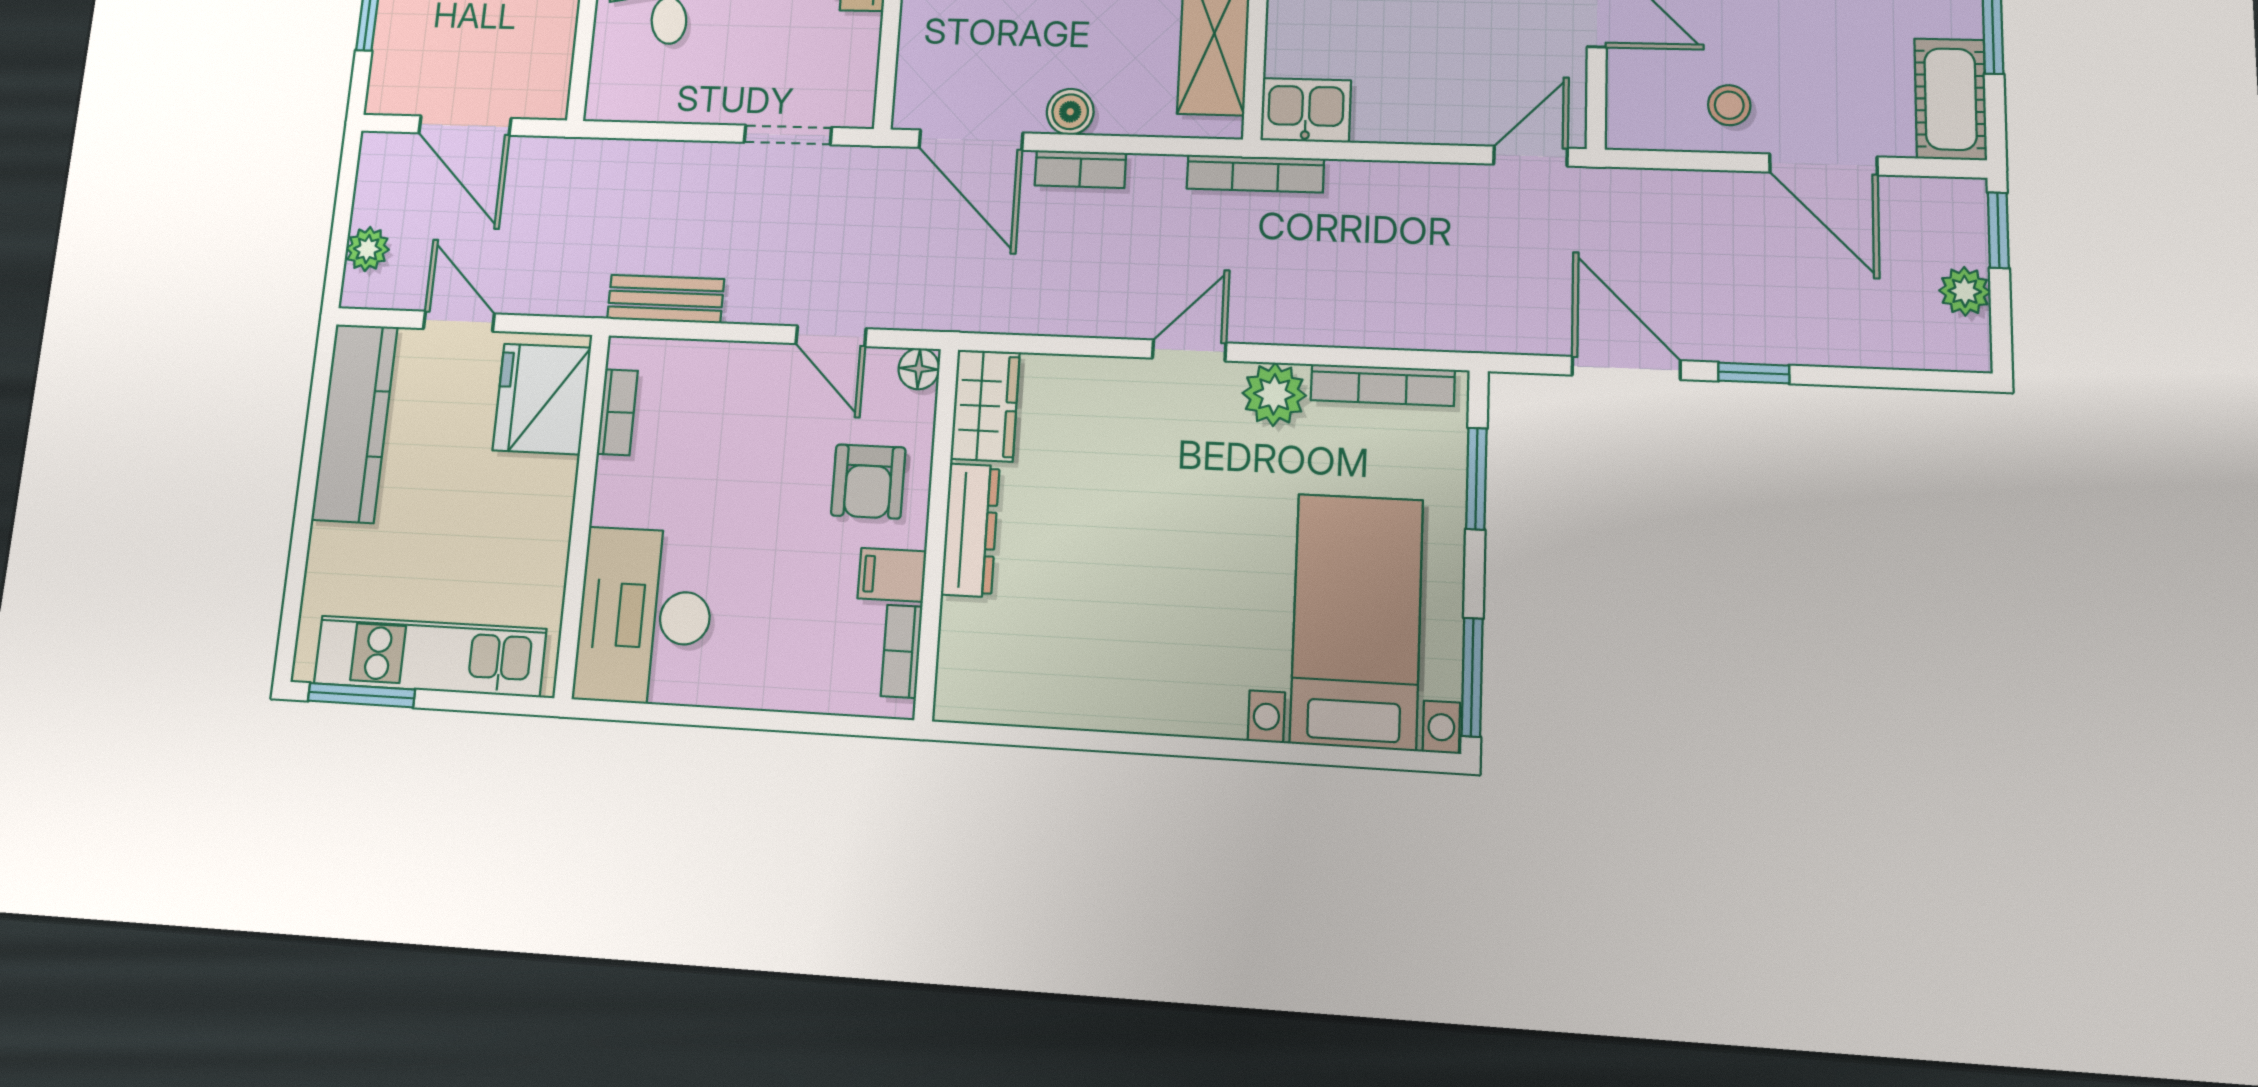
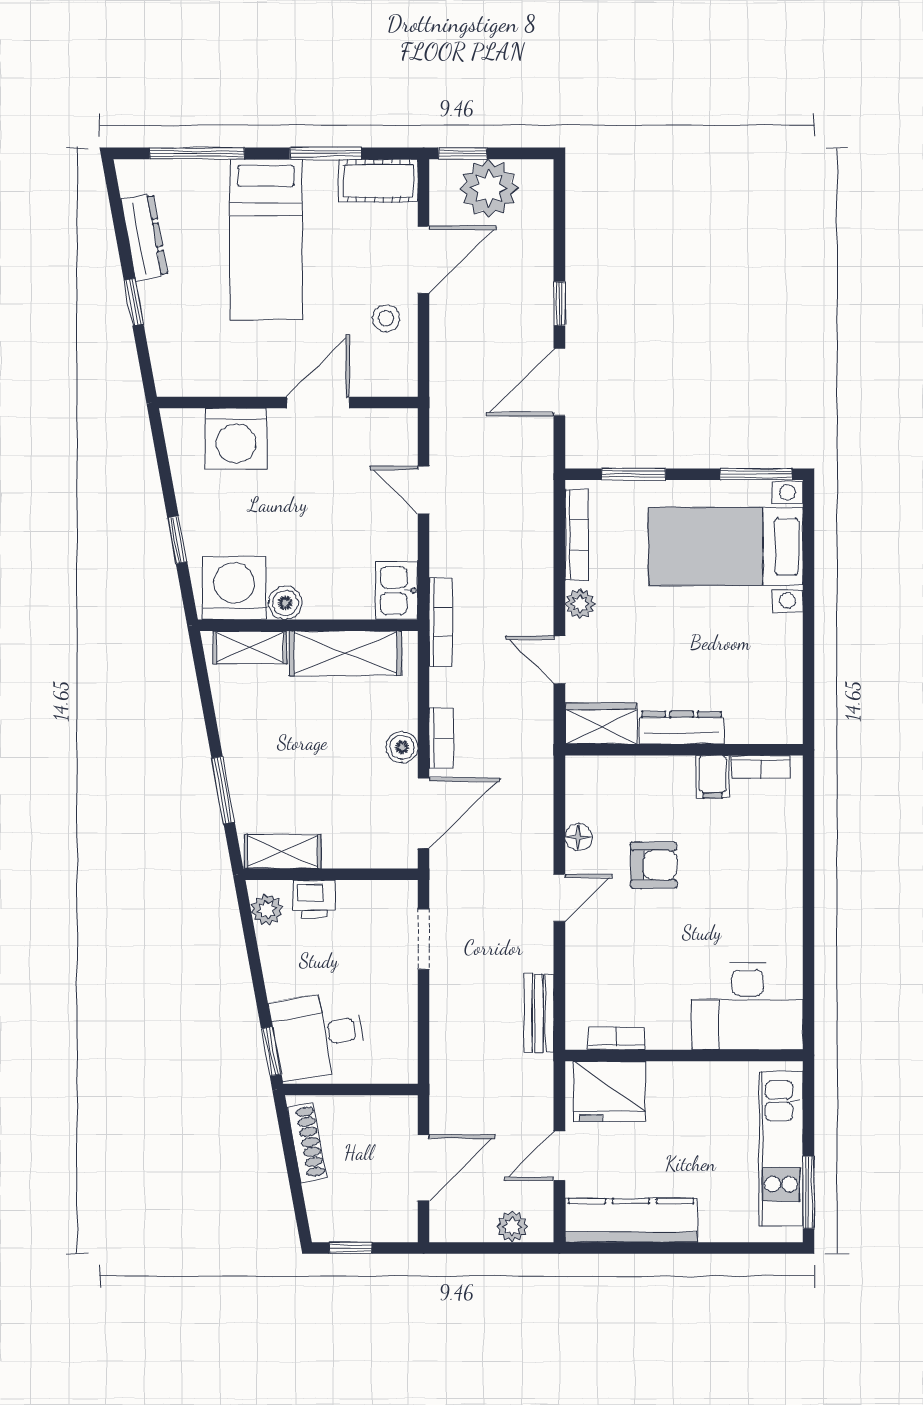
door: (1531, 156) -> (424, 490), moved
plant: (1965, 291) -> (489, 188), width x1.88, depth x1.88
plant: (1274, 394) -> (580, 604), width x0.73, depth x0.73
wardrobe: (985, 406) -> (601, 724), moved
dresser: (970, 530) -> (682, 728), moved
wall: (936, 532) -> (684, 750), moved
filing cabinet: (892, 575) -> (713, 777), moved
bookcase: (902, 651) -> (760, 767), moved

